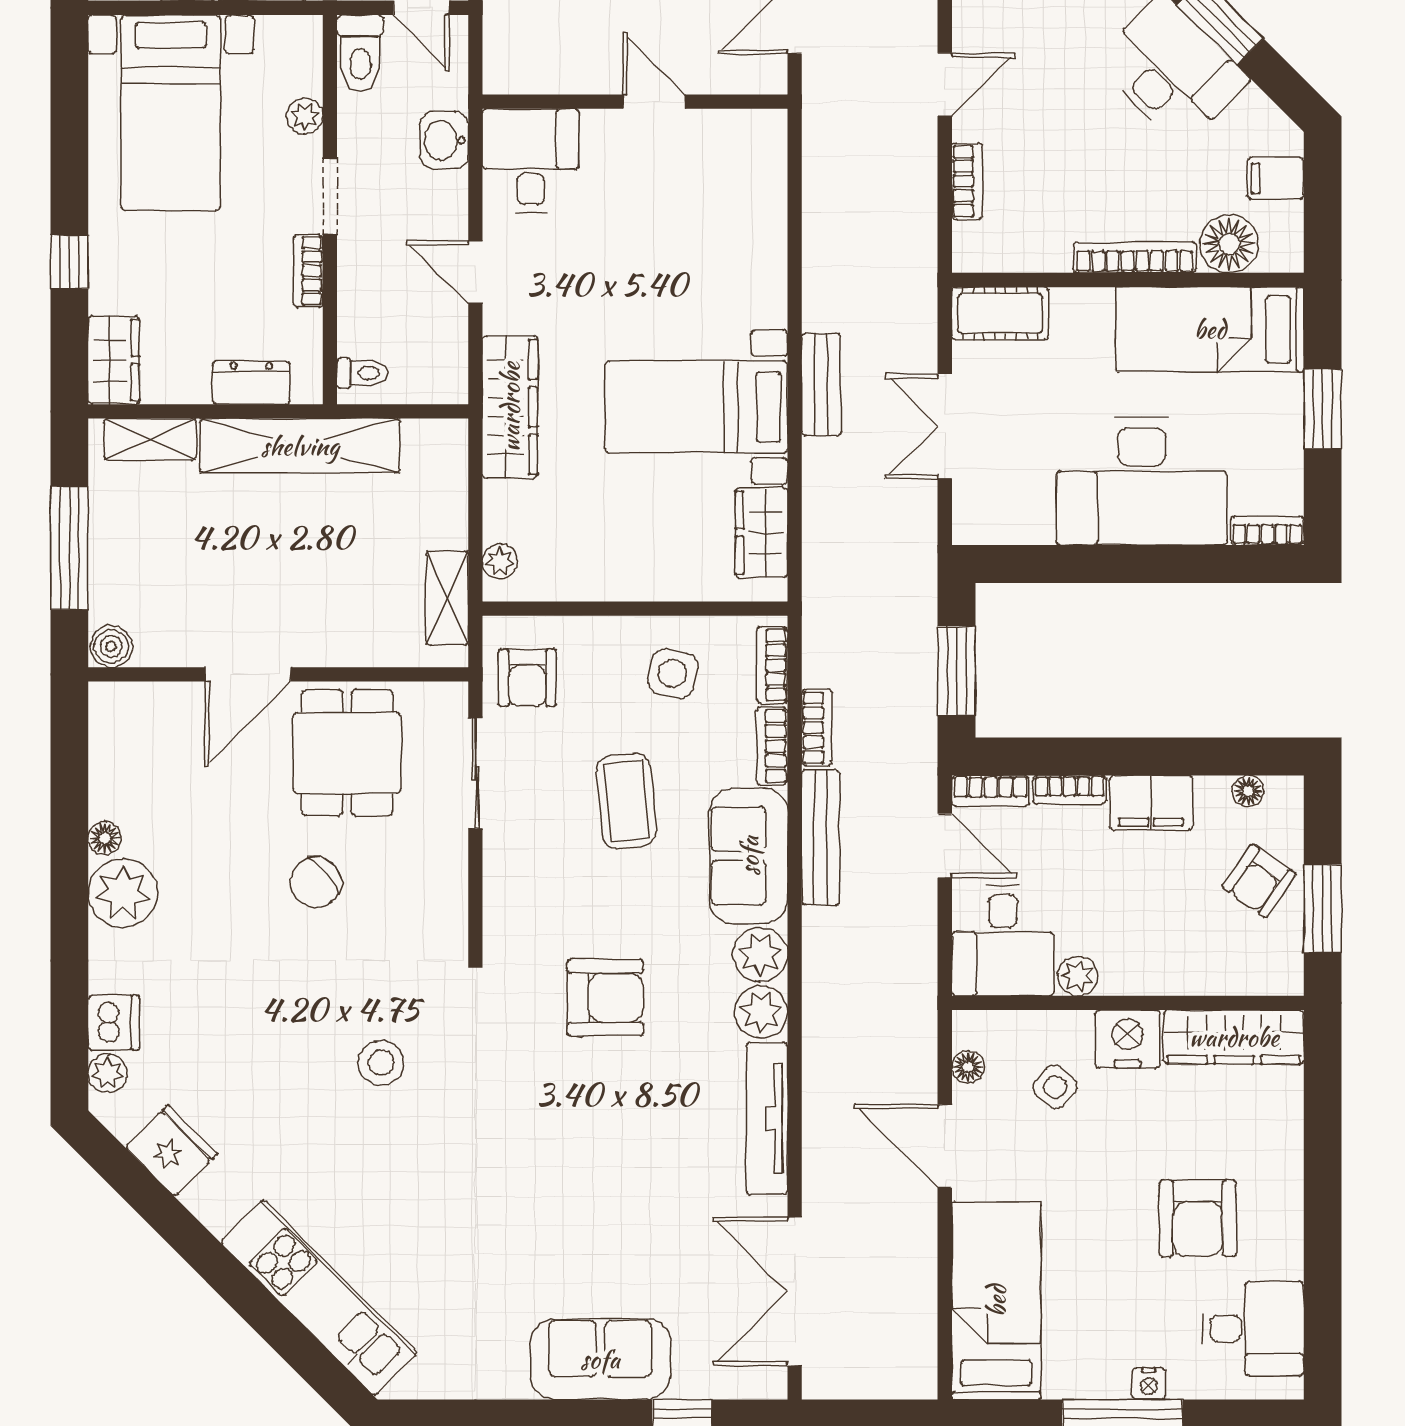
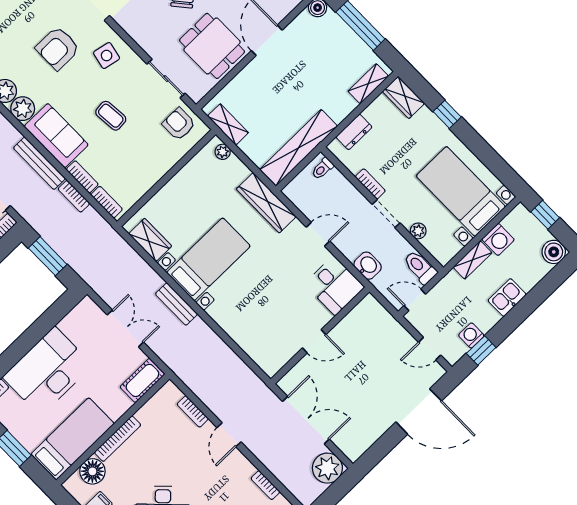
shelving: (300, 446) -> (299, 148), moved
side table: (673, 673) -> (107, 56), moved
coffee table: (626, 801) -> (111, 116), width x0.73, depth x0.77

